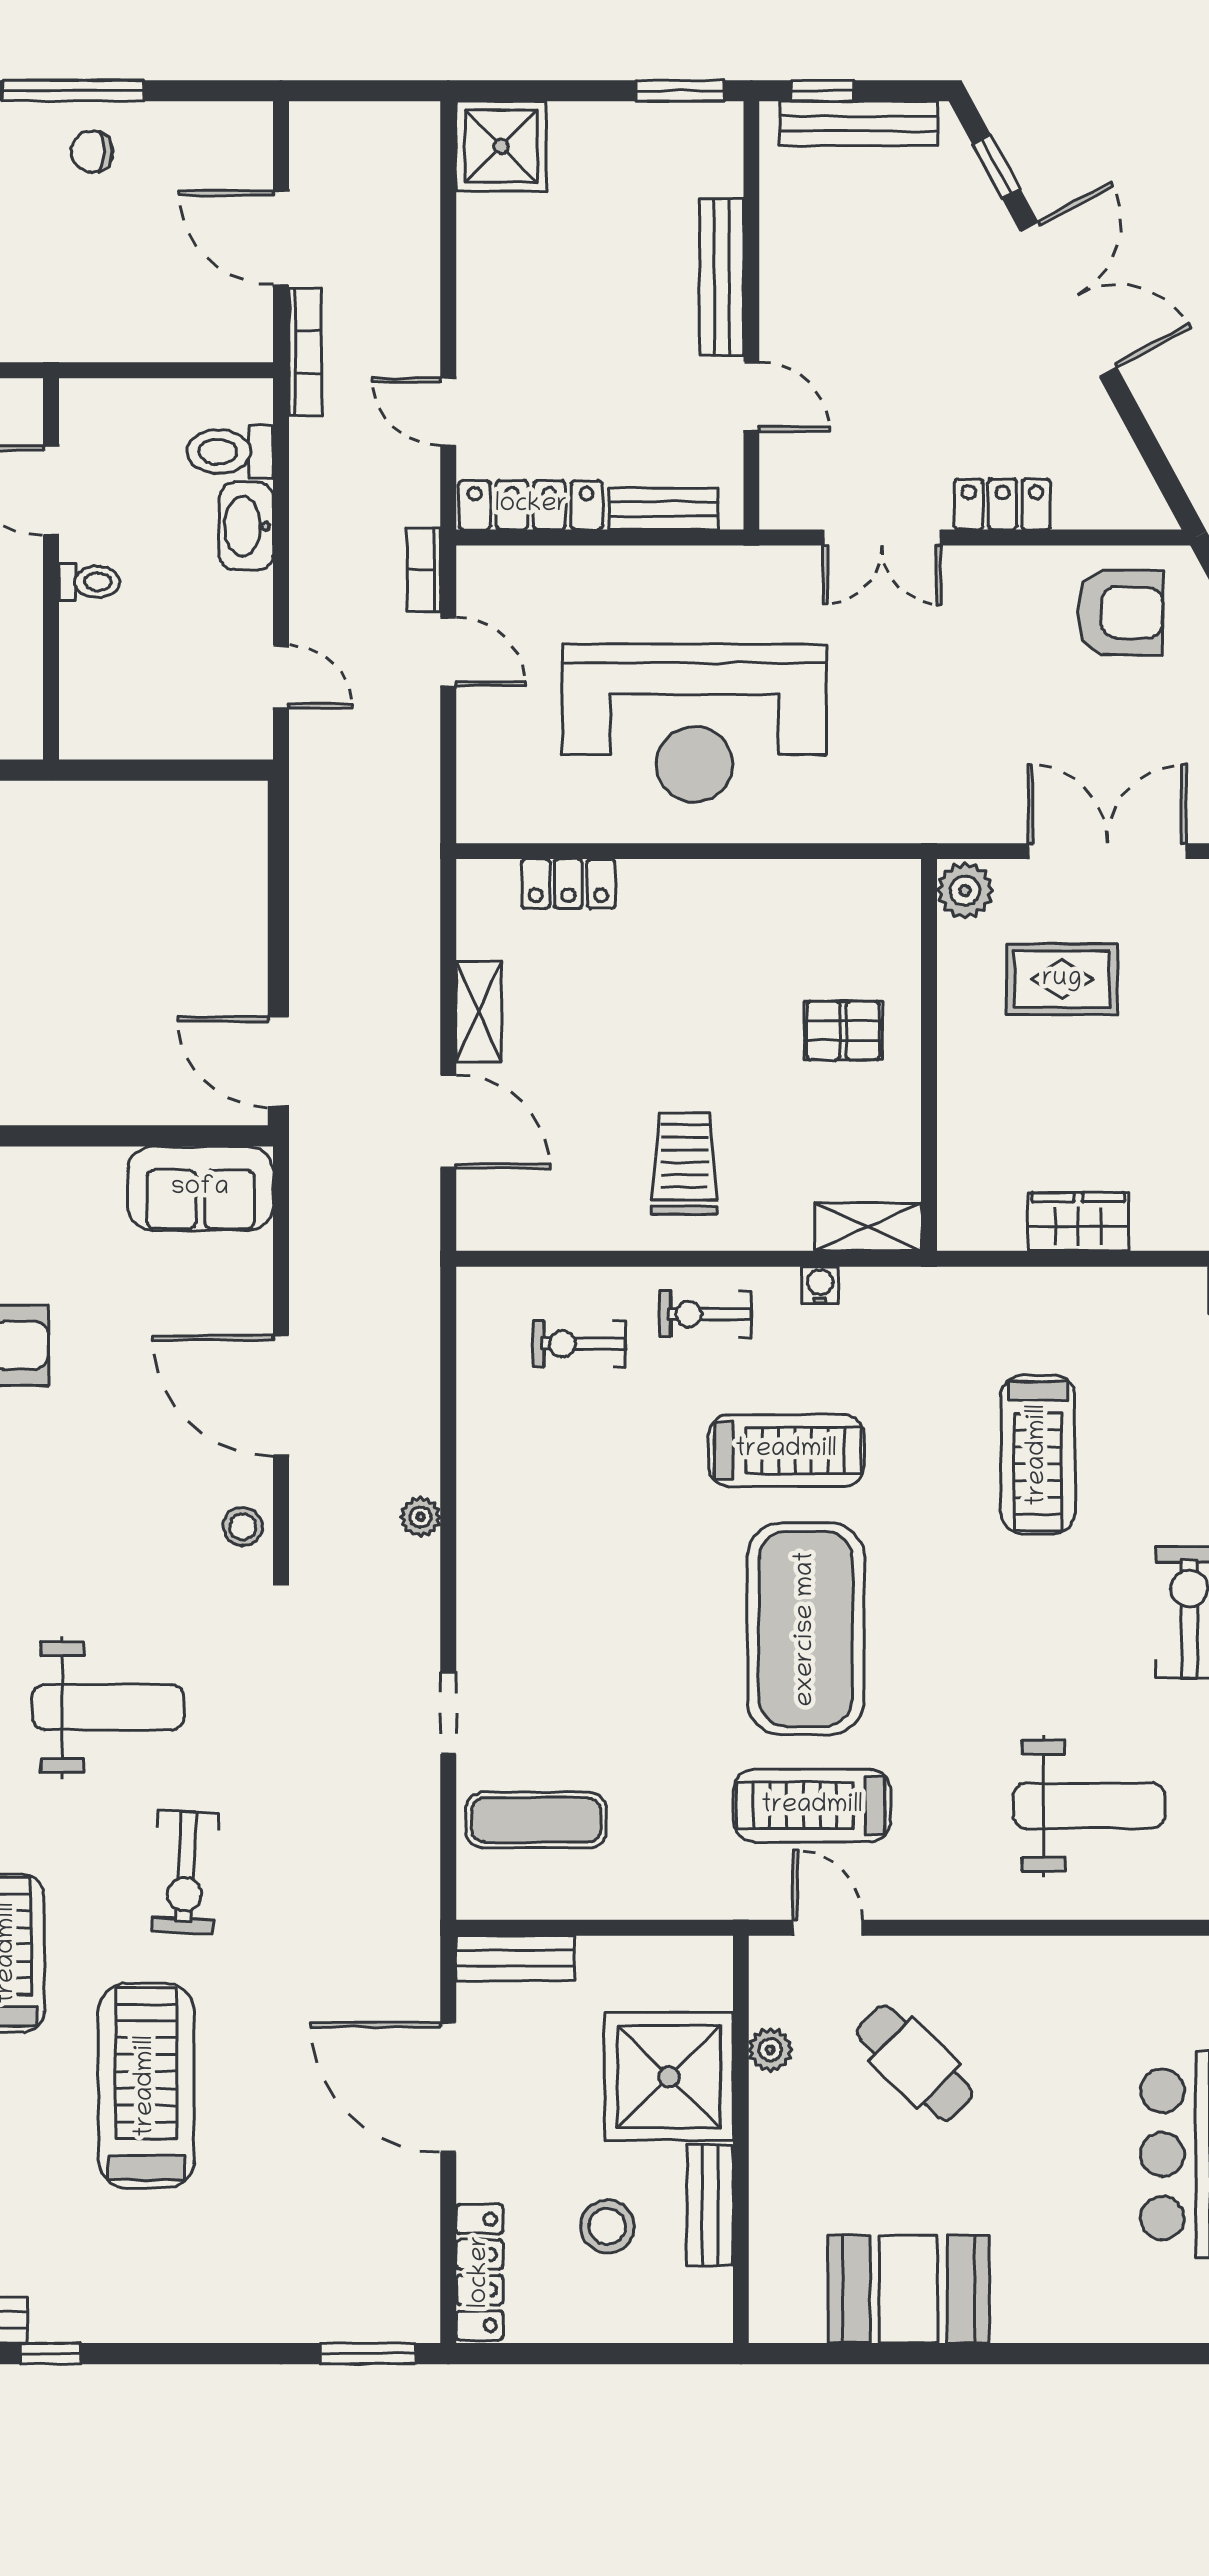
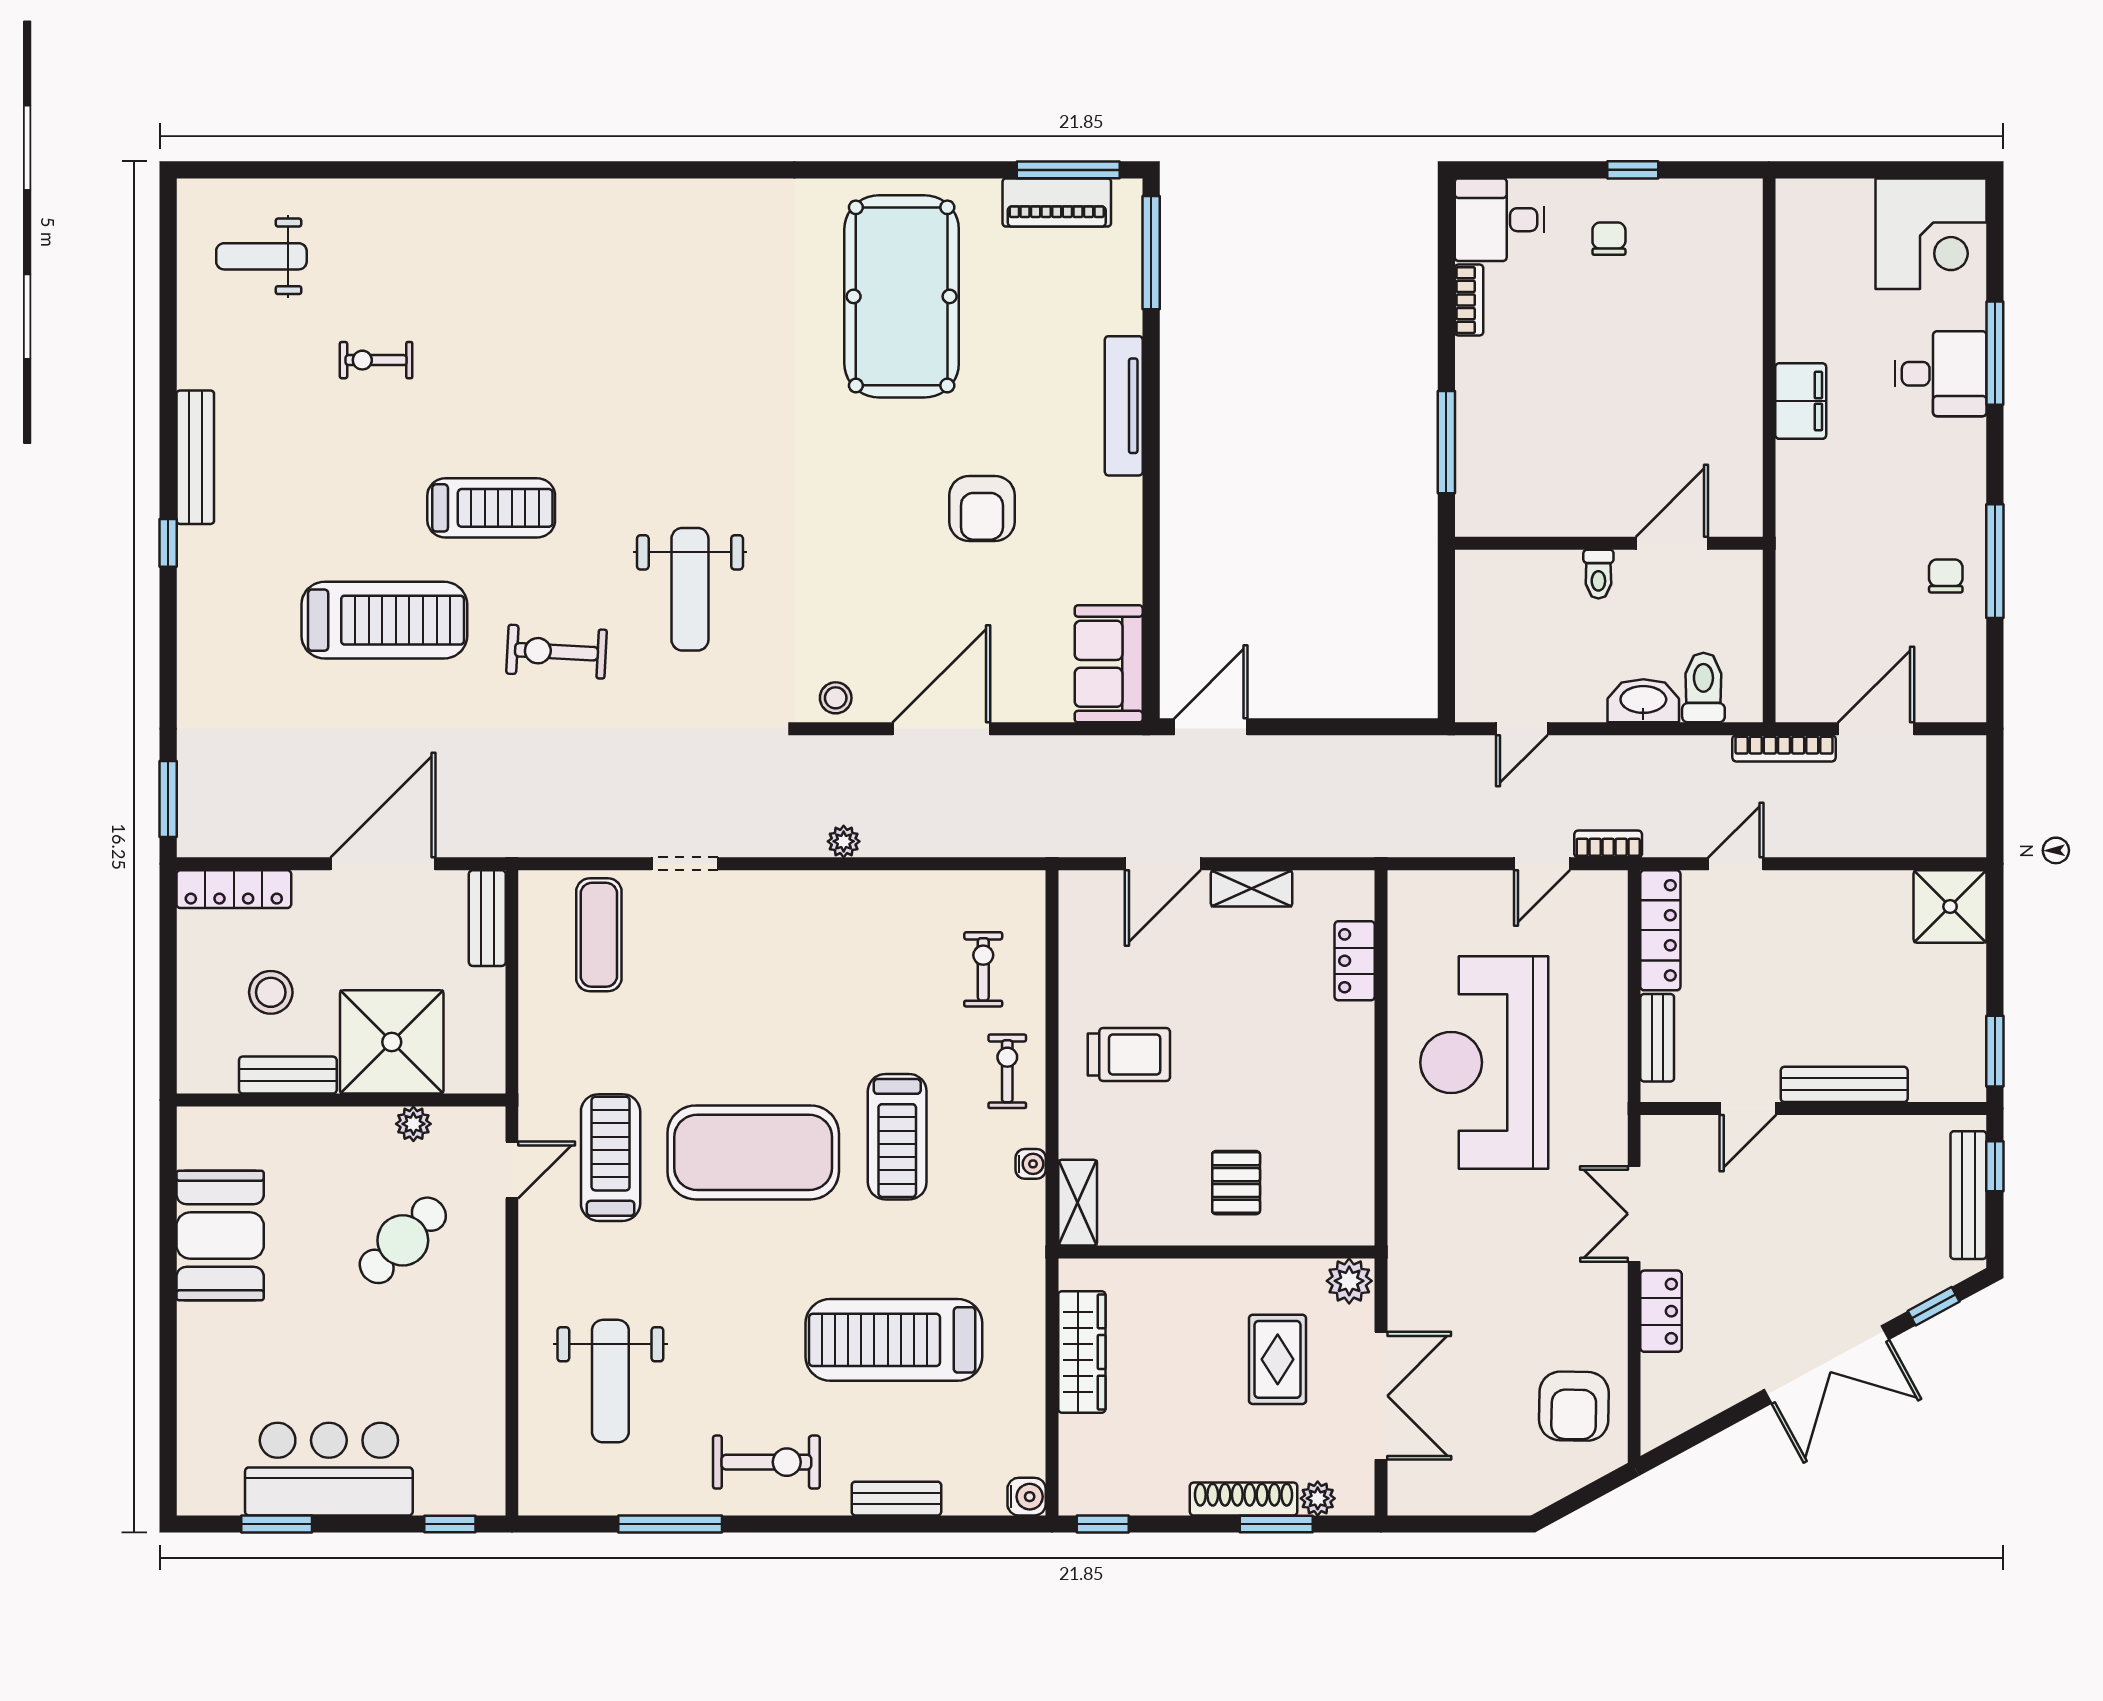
wardrobe: (1078, 1222) -> (1082, 1352), width x1.50
treadmill: (1038, 1455) -> (894, 1340), width x1.37, depth x1.38

